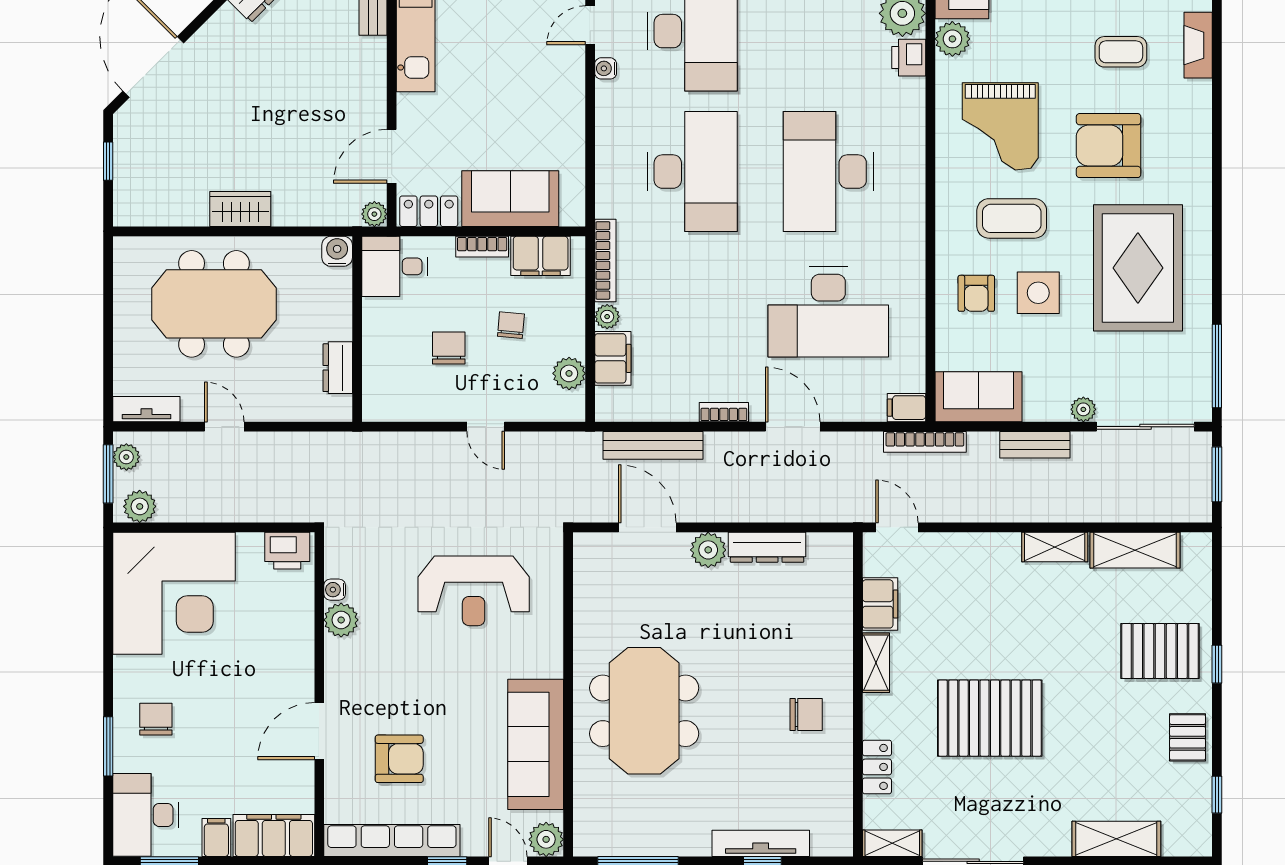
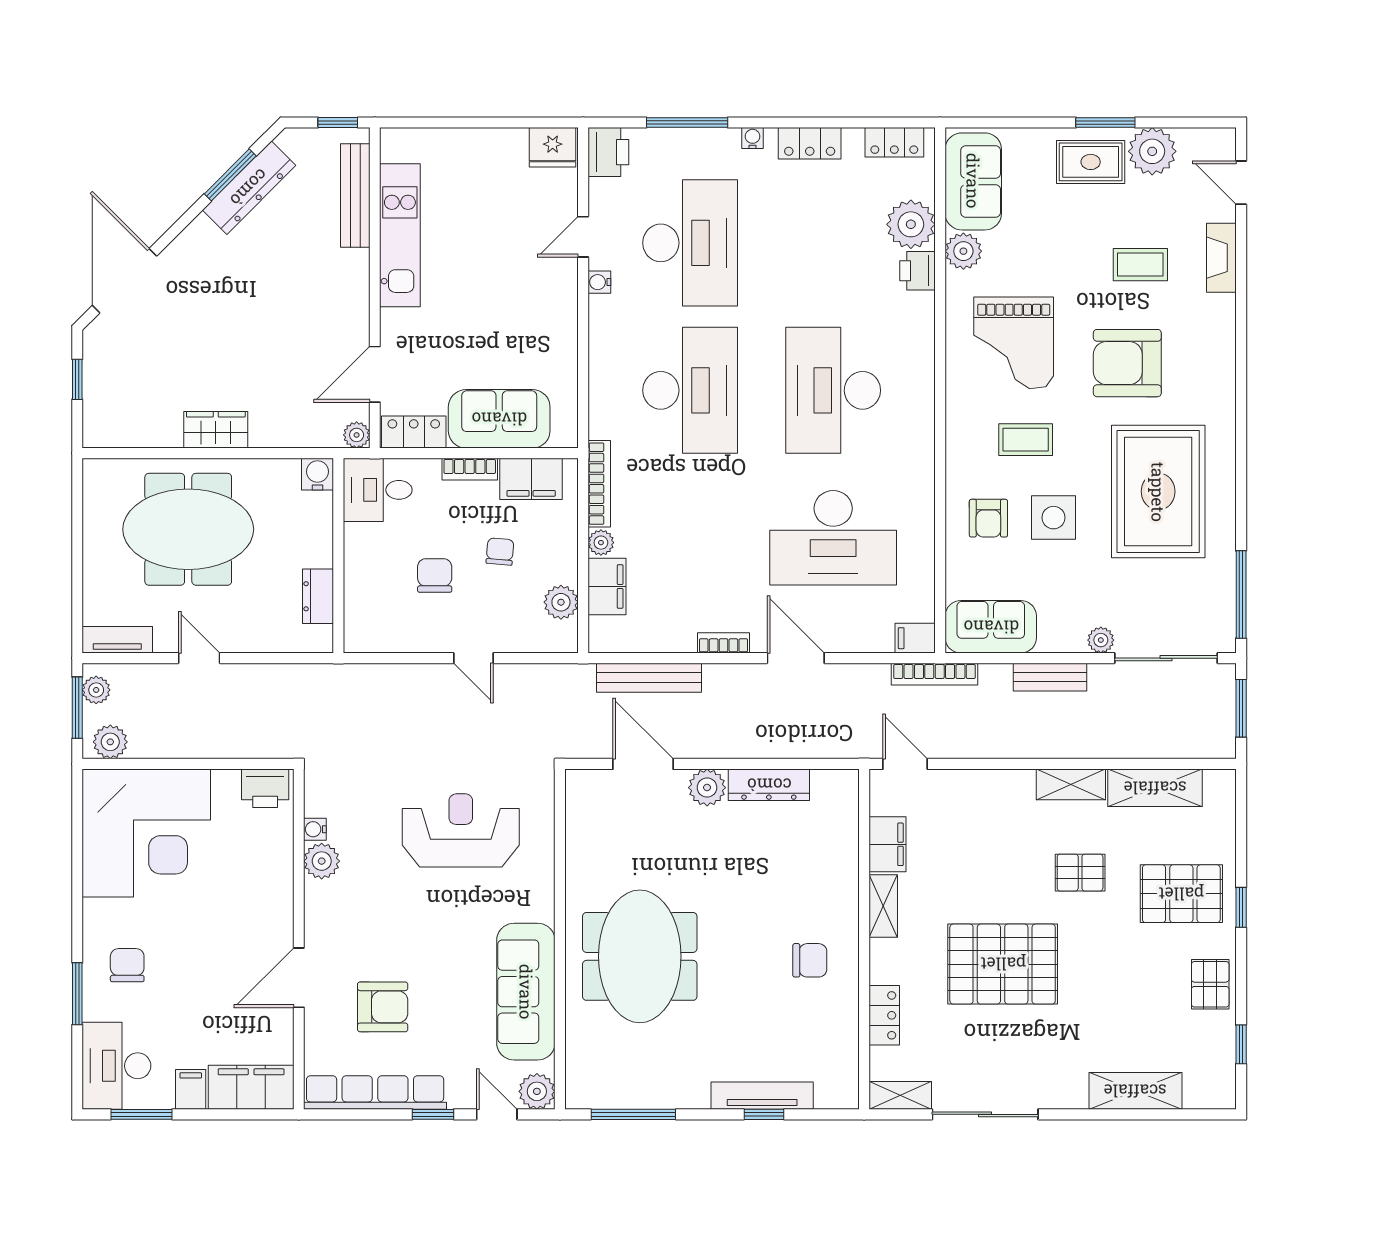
coffee table: (1012, 218) -> (1026, 440), width x0.73, depth x0.77
reception desk: (474, 591) -> (461, 830), turned 180
pallet: (1064, 631) -> (1080, 873), added

